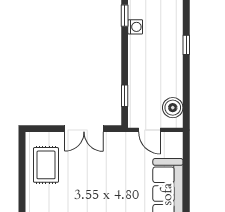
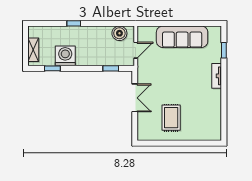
washing machine: (135, 27) -> (65, 56), width x1.89, depth x1.89
rug: (46, 165) -> (171, 118), moved, turned 90

